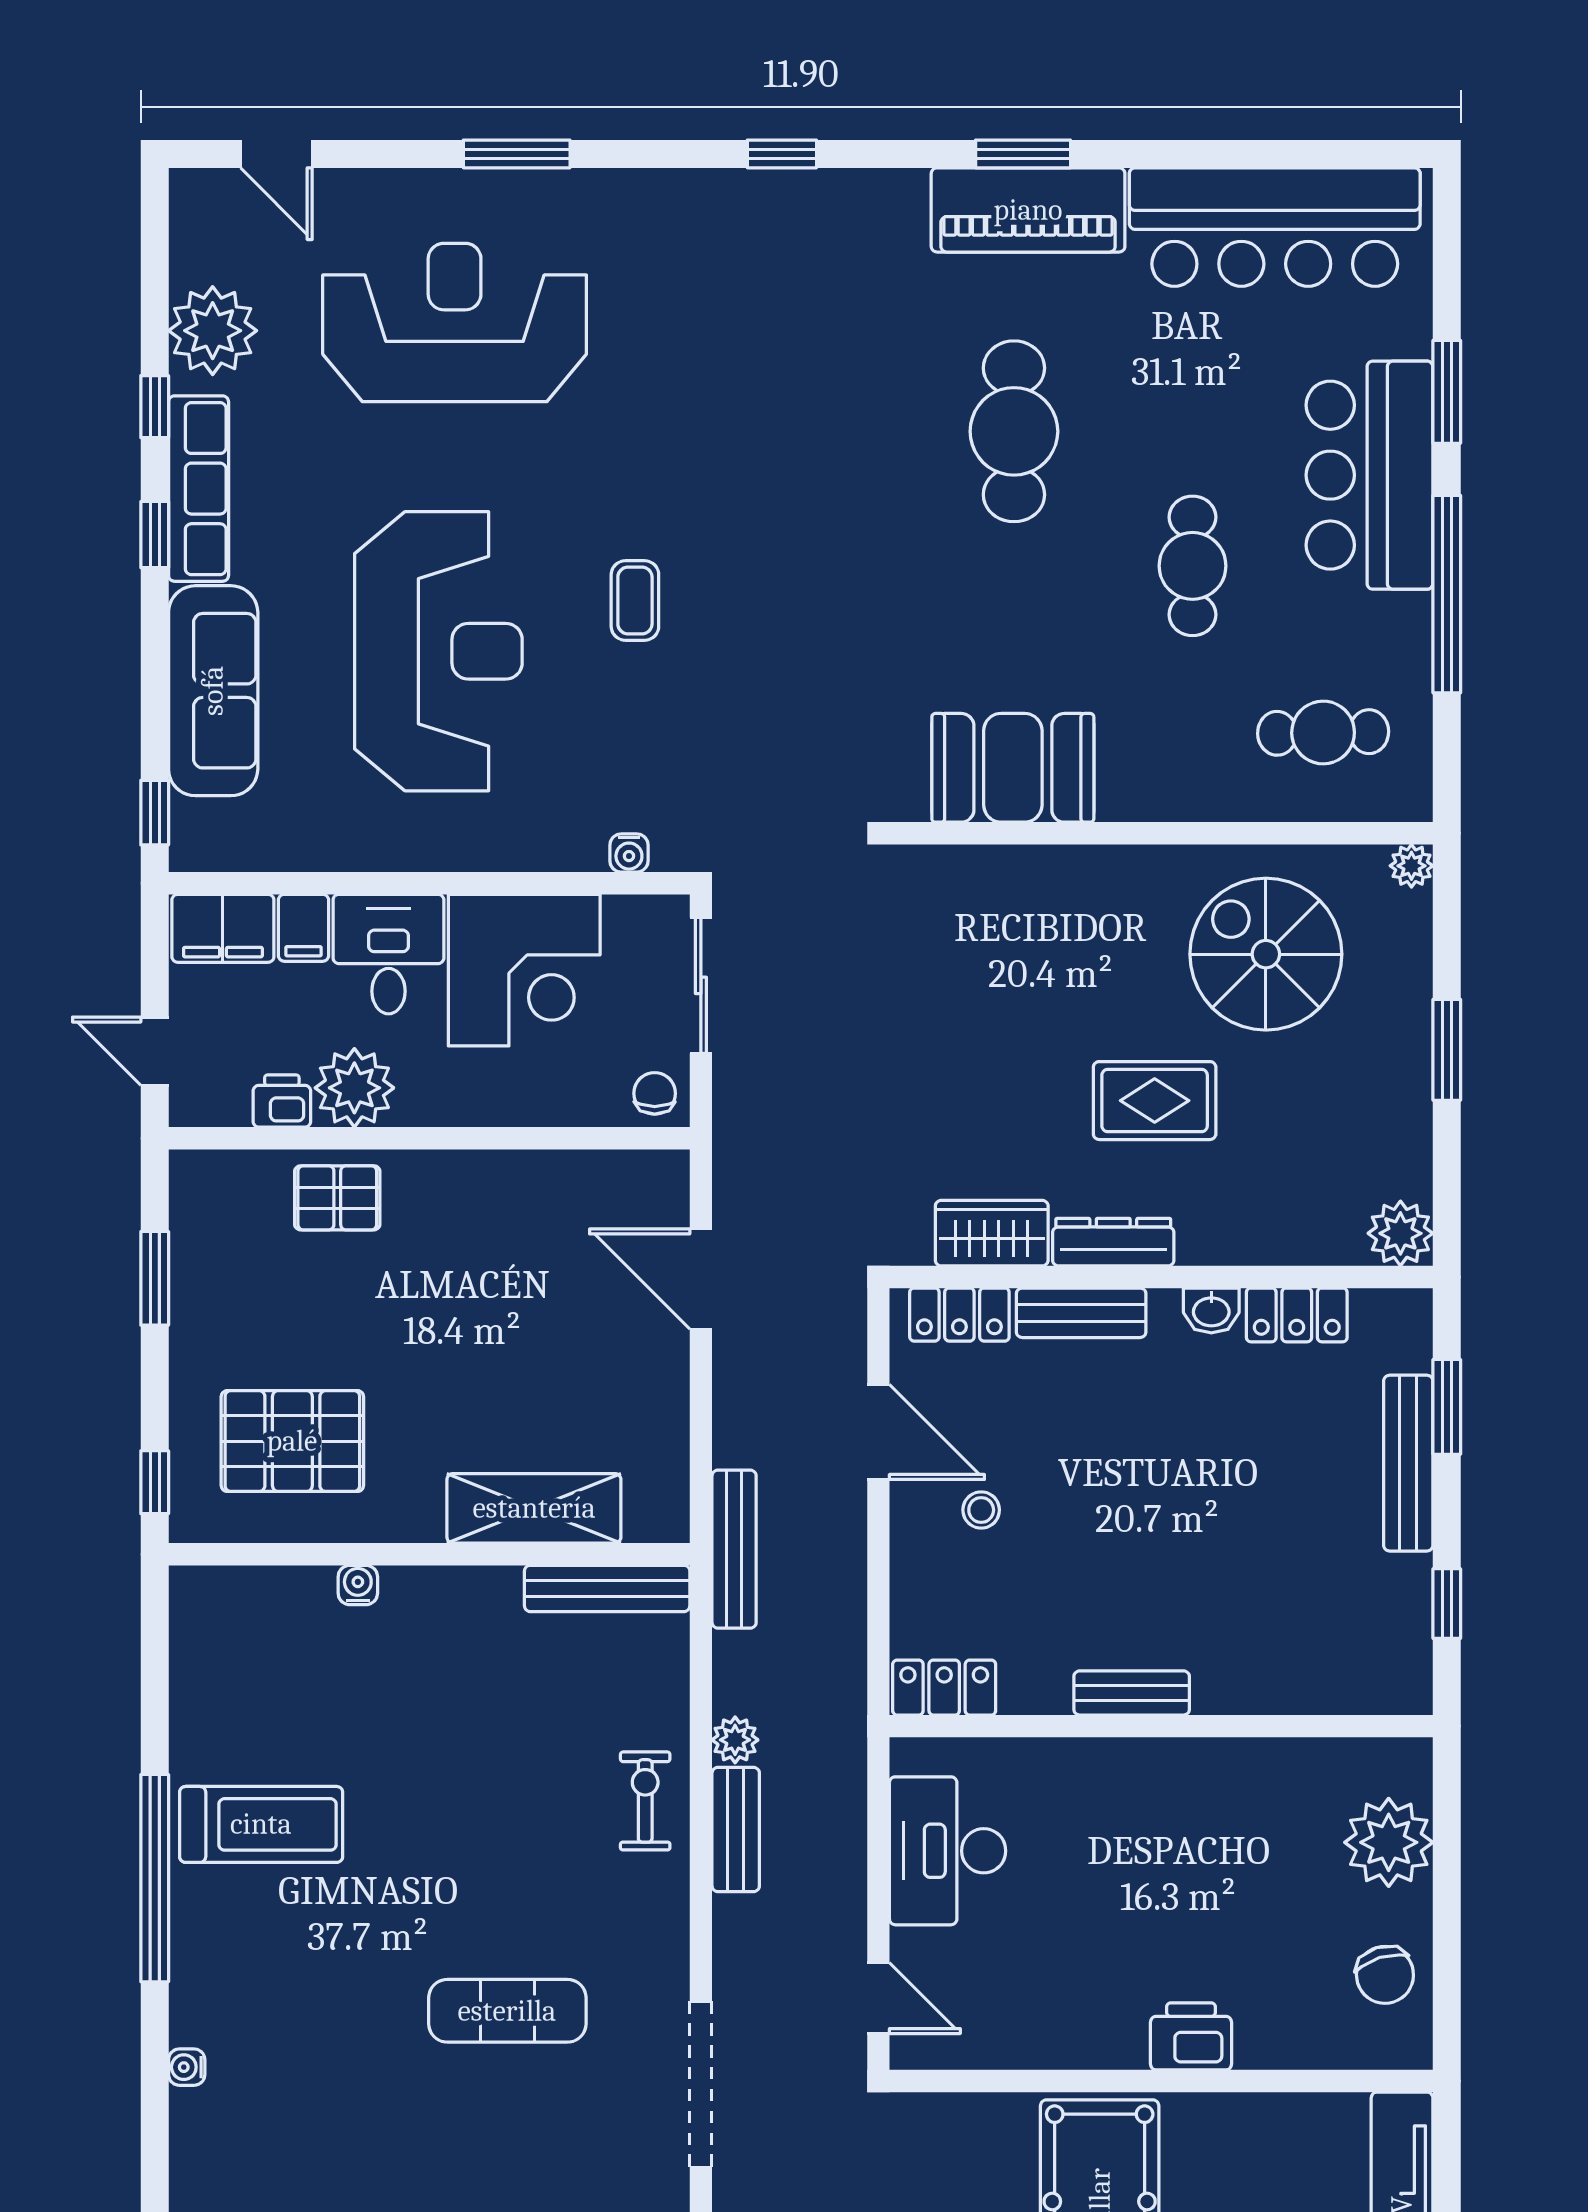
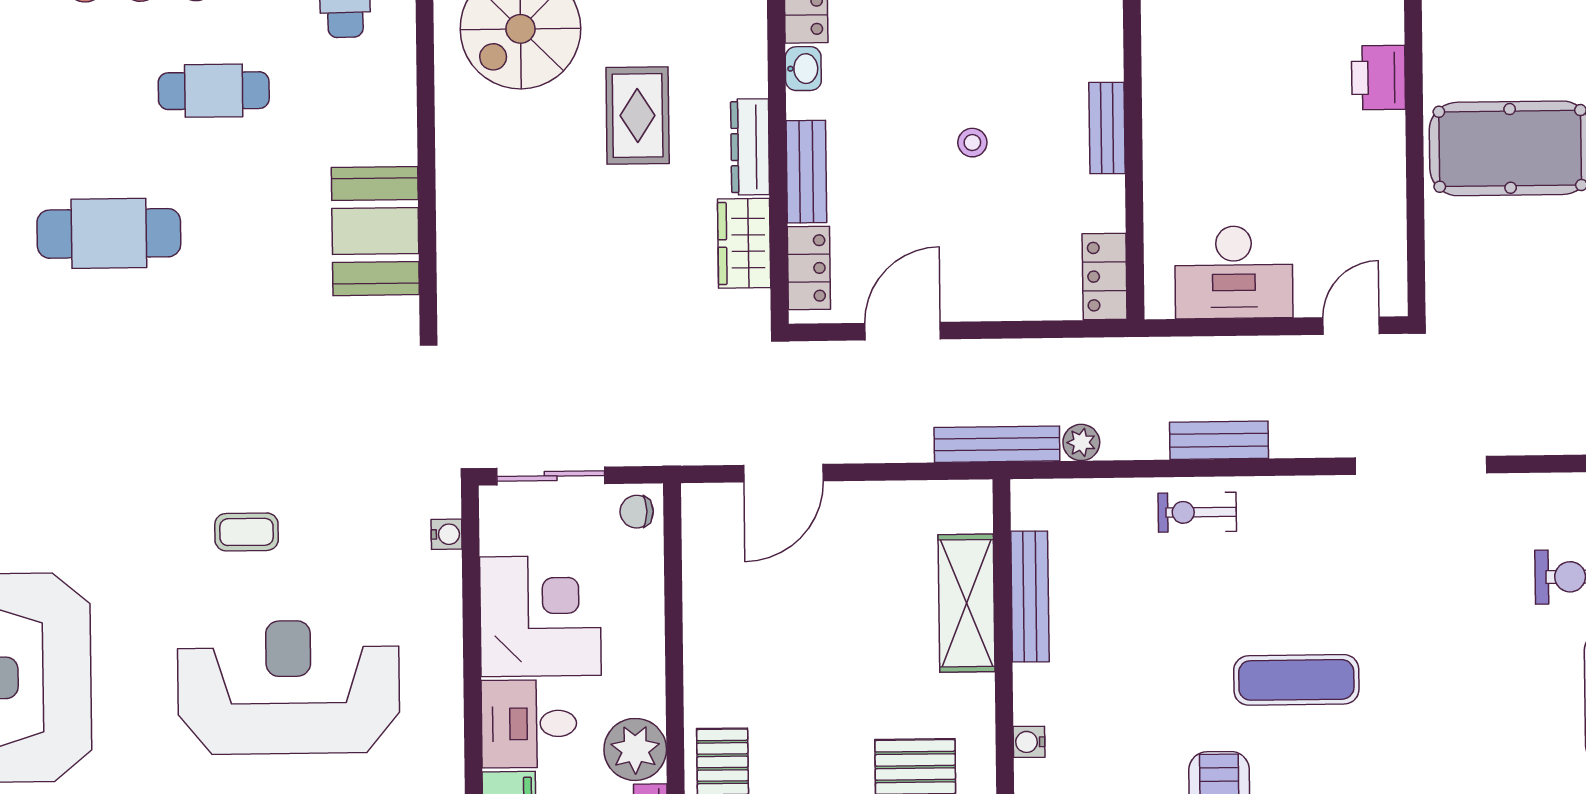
stool: (981, 1510) -> (972, 143), moved
bench: (607, 1588) -> (1030, 597), moved
plant: (735, 1740) -> (1081, 442), moved
exercise mat: (507, 2011) -> (1296, 680), moved, turned 90

